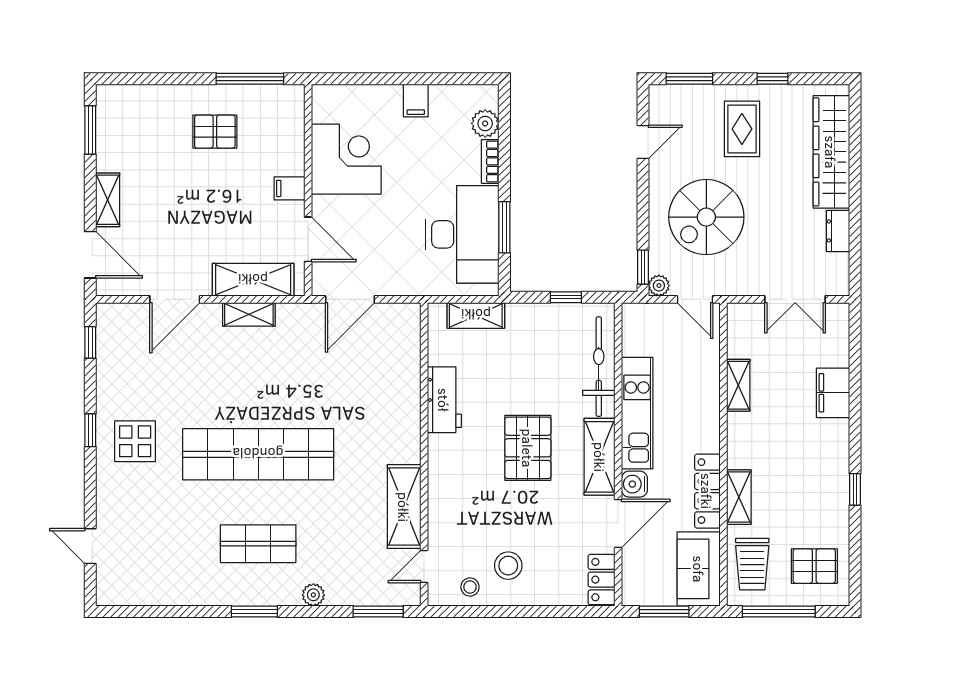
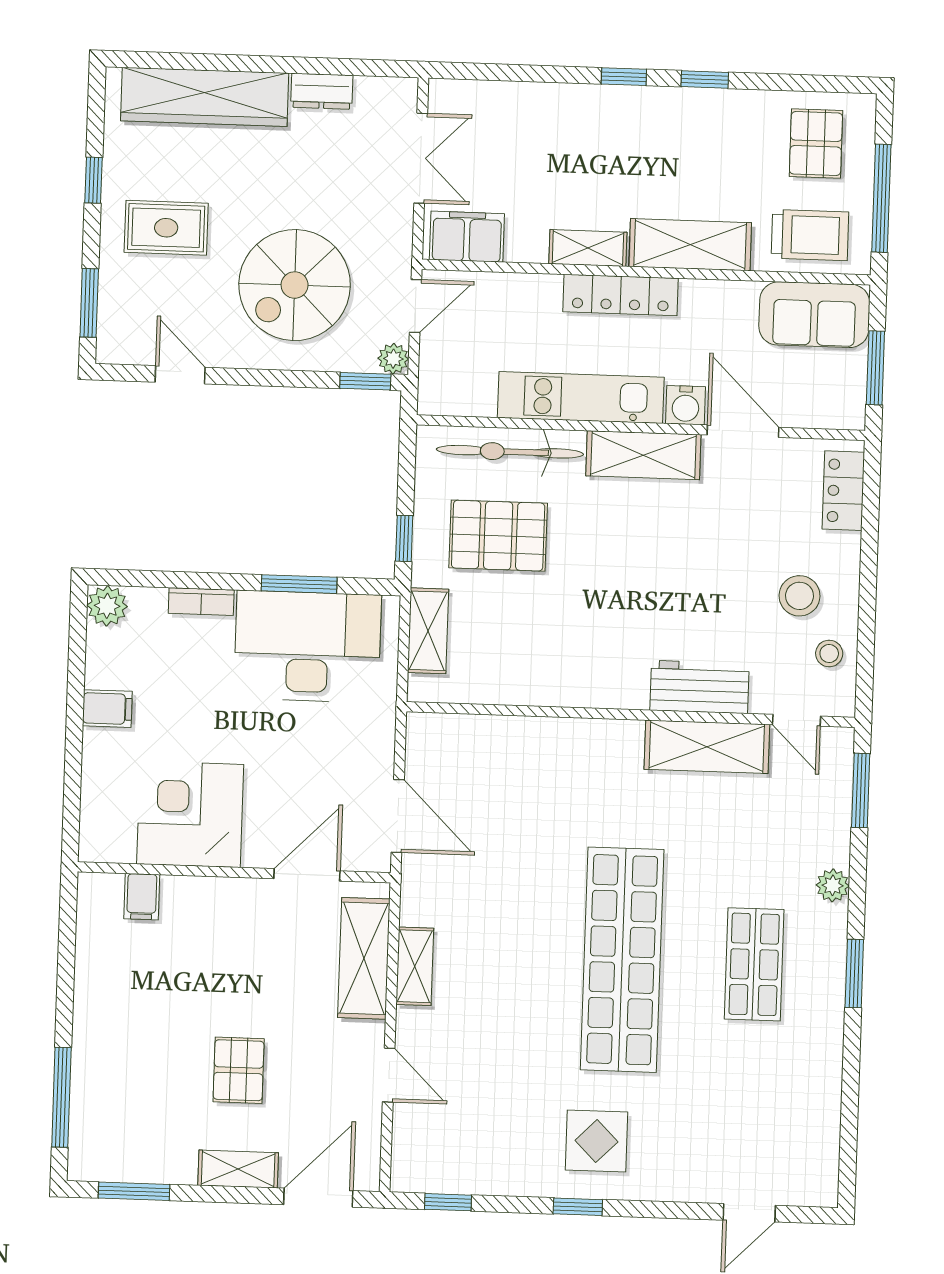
window: (250, 79) -> (61, 1097), moved
plant: (485, 123) -> (107, 606), moved
pallet: (215, 132) -> (239, 1070), moved
filing cabinet: (289, 188) -> (142, 897), moved
spiral stairs: (706, 217) -> (295, 285), turned 90
window: (566, 297) -> (404, 538), moved
door: (175, 299) -> (389, 1075), width x0.73
shelving: (738, 385) -> (588, 248), moved
filing cabinet: (833, 393) -> (467, 237), moved, turned 180
workbench: (444, 400) -> (700, 687), moved
window: (855, 435) -> (624, 77), added
pallet: (528, 448) -> (498, 536), moved
locker: (707, 491) -> (621, 295), moved
shelving: (739, 497) -> (690, 245), width x1.50, depth x1.33
locker: (602, 580) -> (843, 491), moved, turned 90

